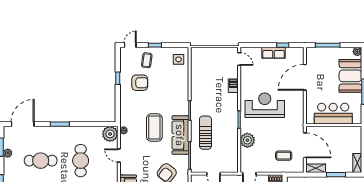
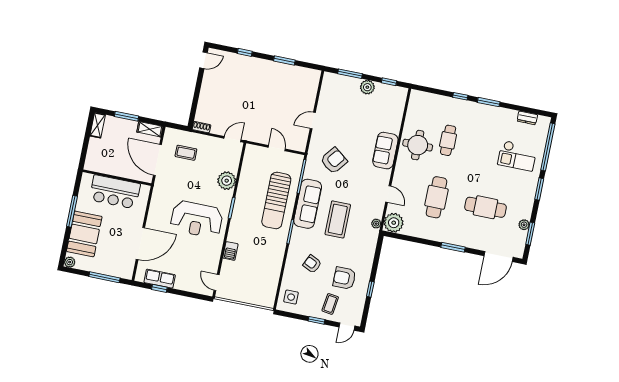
row of seats: (274, 53) -> (160, 279), moved
armchair: (167, 89) -> (312, 264), added
sun lounger: (205, 133) -> (276, 200), width x1.36, depth x1.34

